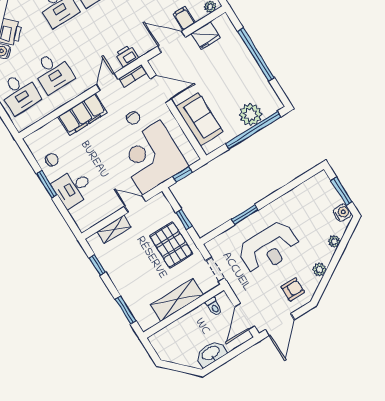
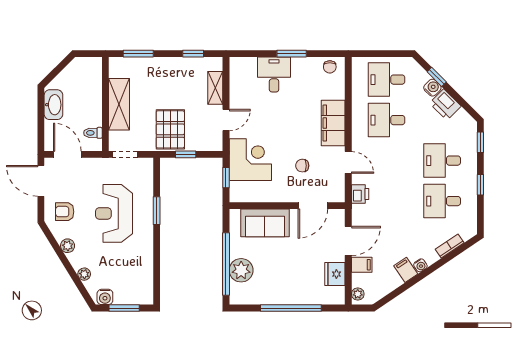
bookcase: (133, 76) -> (339, 188), removed
corner desk: (151, 158) -> (250, 160), width x0.74, depth x0.74
chair: (52, 160) -> (330, 67), moved
pallet: (171, 245) -> (170, 129), turned 90
armchair: (293, 289) -> (65, 212), turned 90

